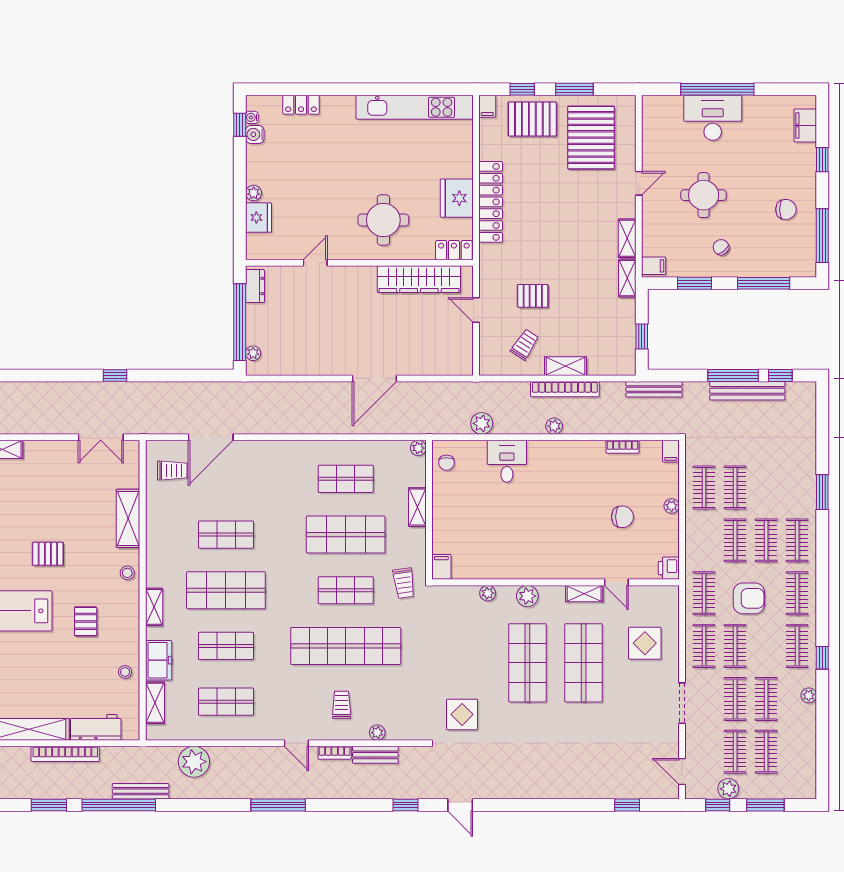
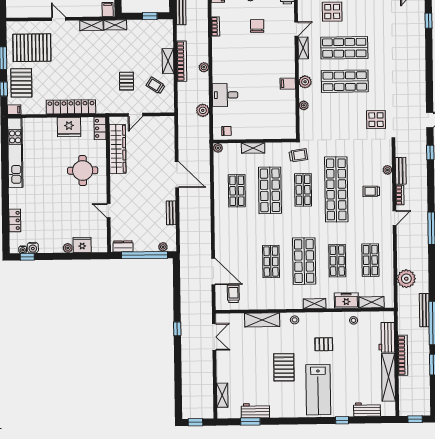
bench: (310, 368) -> (171, 213), added
pallet: (48, 554) -> (284, 367), width x1.50, depth x1.42
filing cabinet: (441, 567) -> (288, 84), moved

